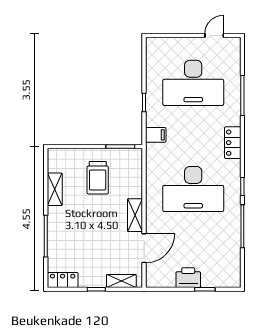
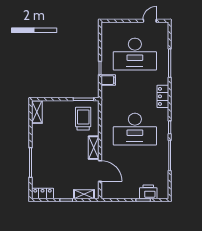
filing cabinet: (156, 135) -> (108, 80), moved
trolley: (98, 178) -> (83, 119), moved, turned 180
shelving: (55, 189) -> (37, 112), moved
door: (144, 248) -> (100, 171), hinge flipped
printer: (188, 278) -> (148, 192), moved

